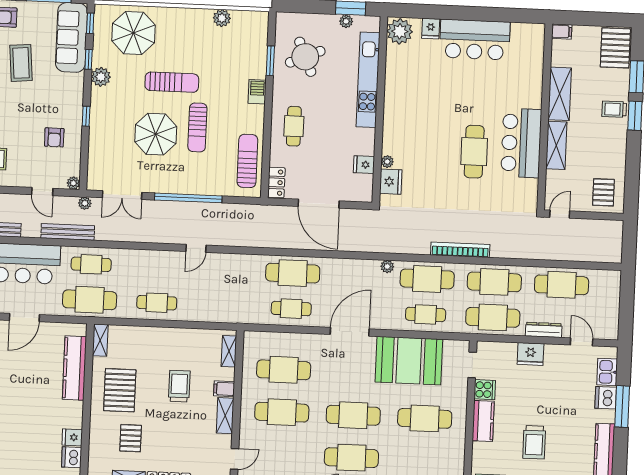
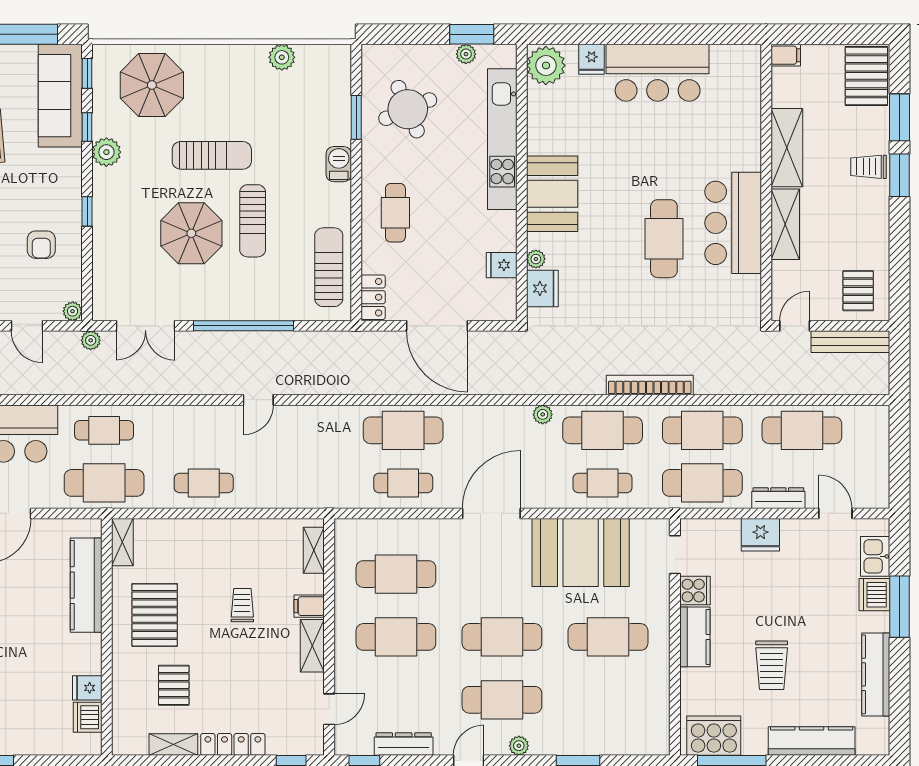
booth: (400, 118) -> (552, 194), added
bench: (68, 232) -> (850, 342), moved
trolley: (179, 386) -> (242, 605), width x0.73, depth x0.72

